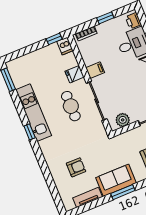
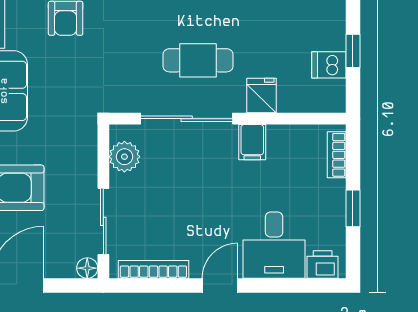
window: (54, 39) -> (353, 51), moved
dishwasher: (65, 46) -> (329, 65), moved

